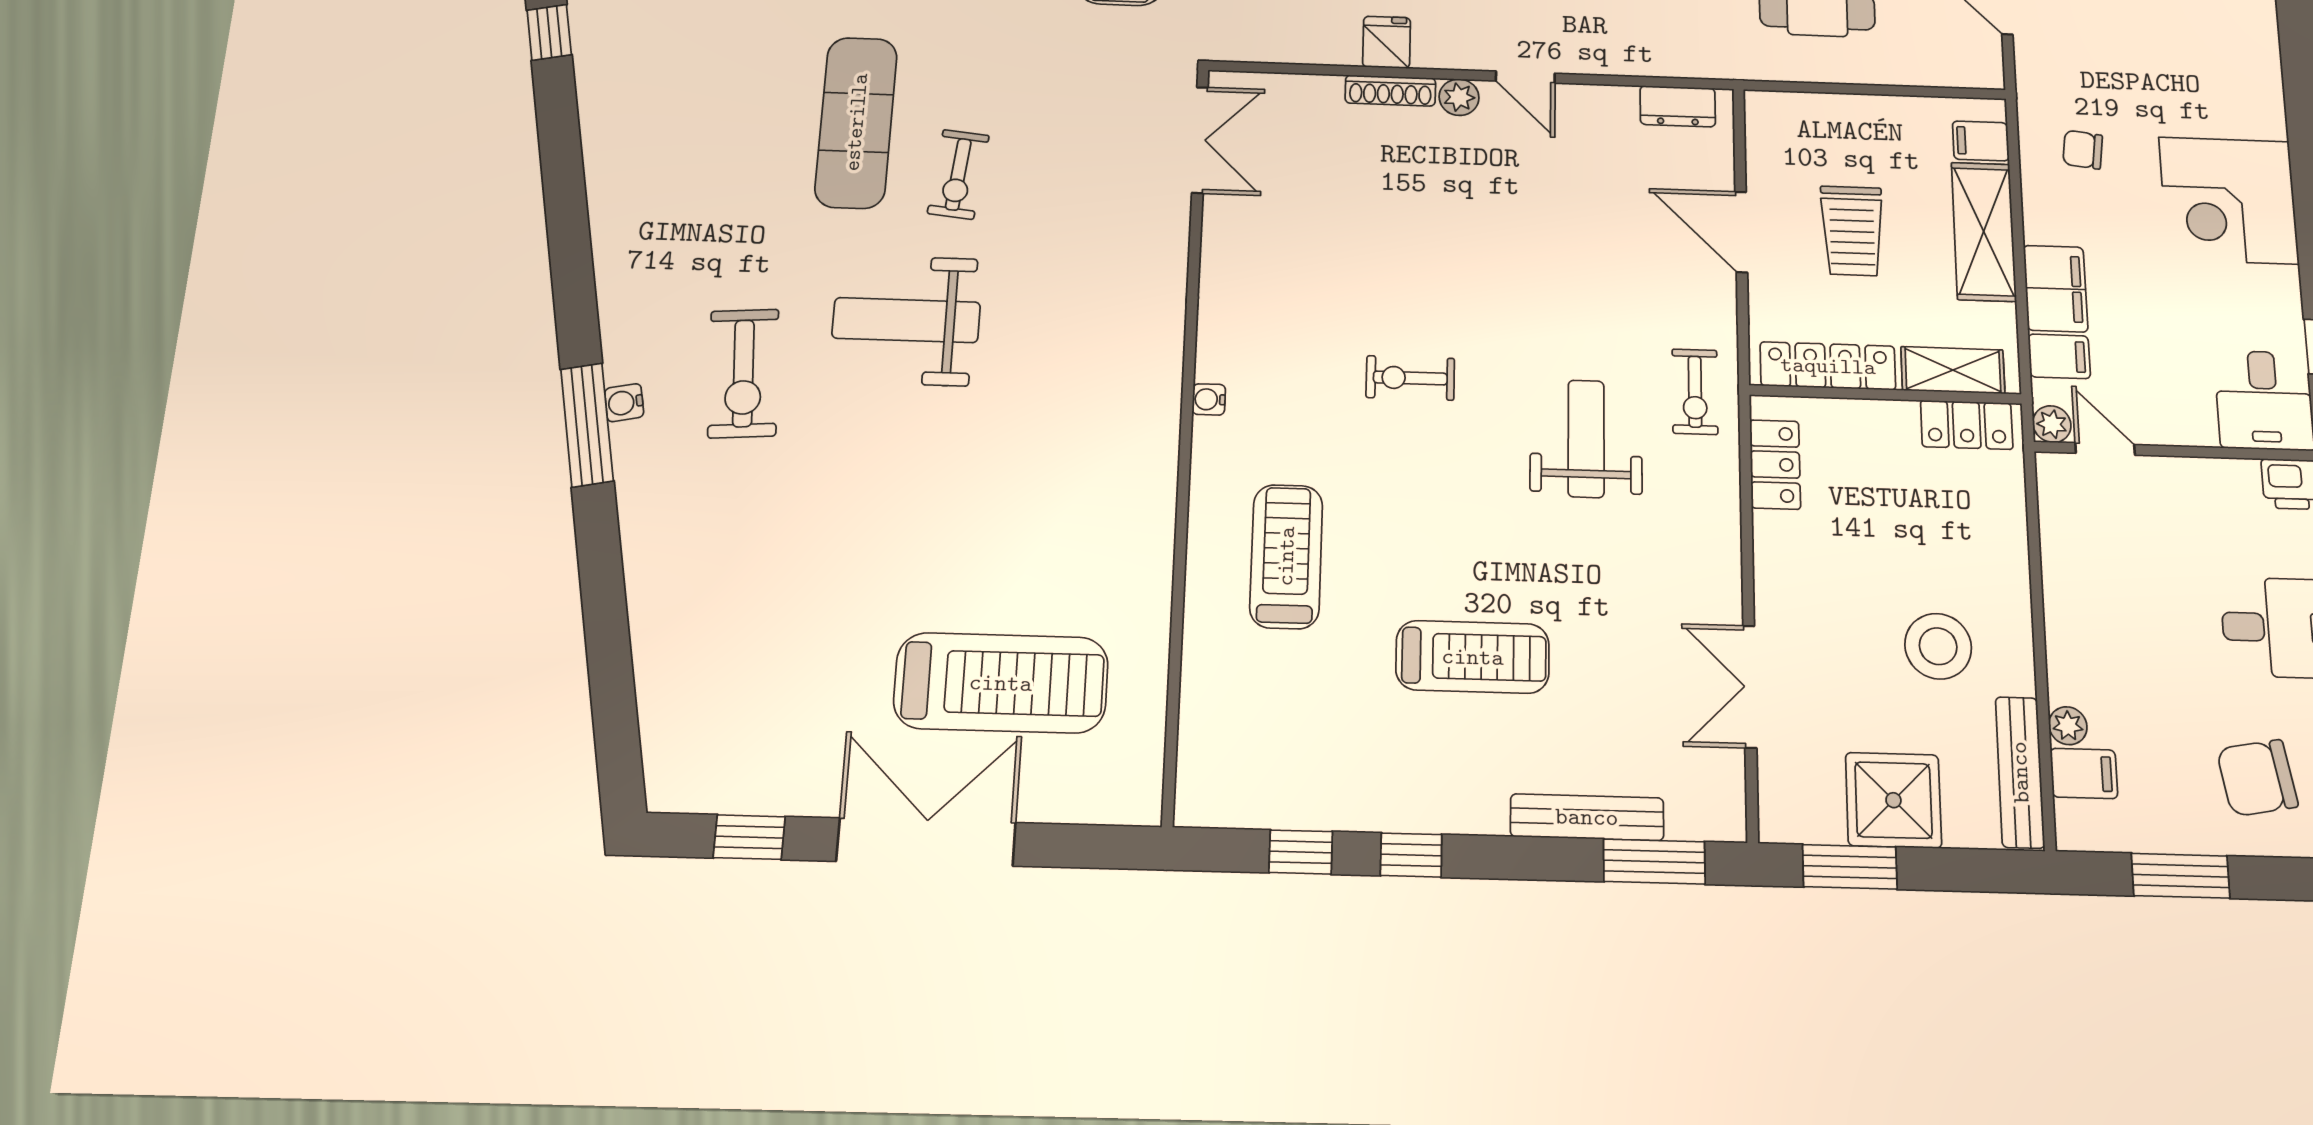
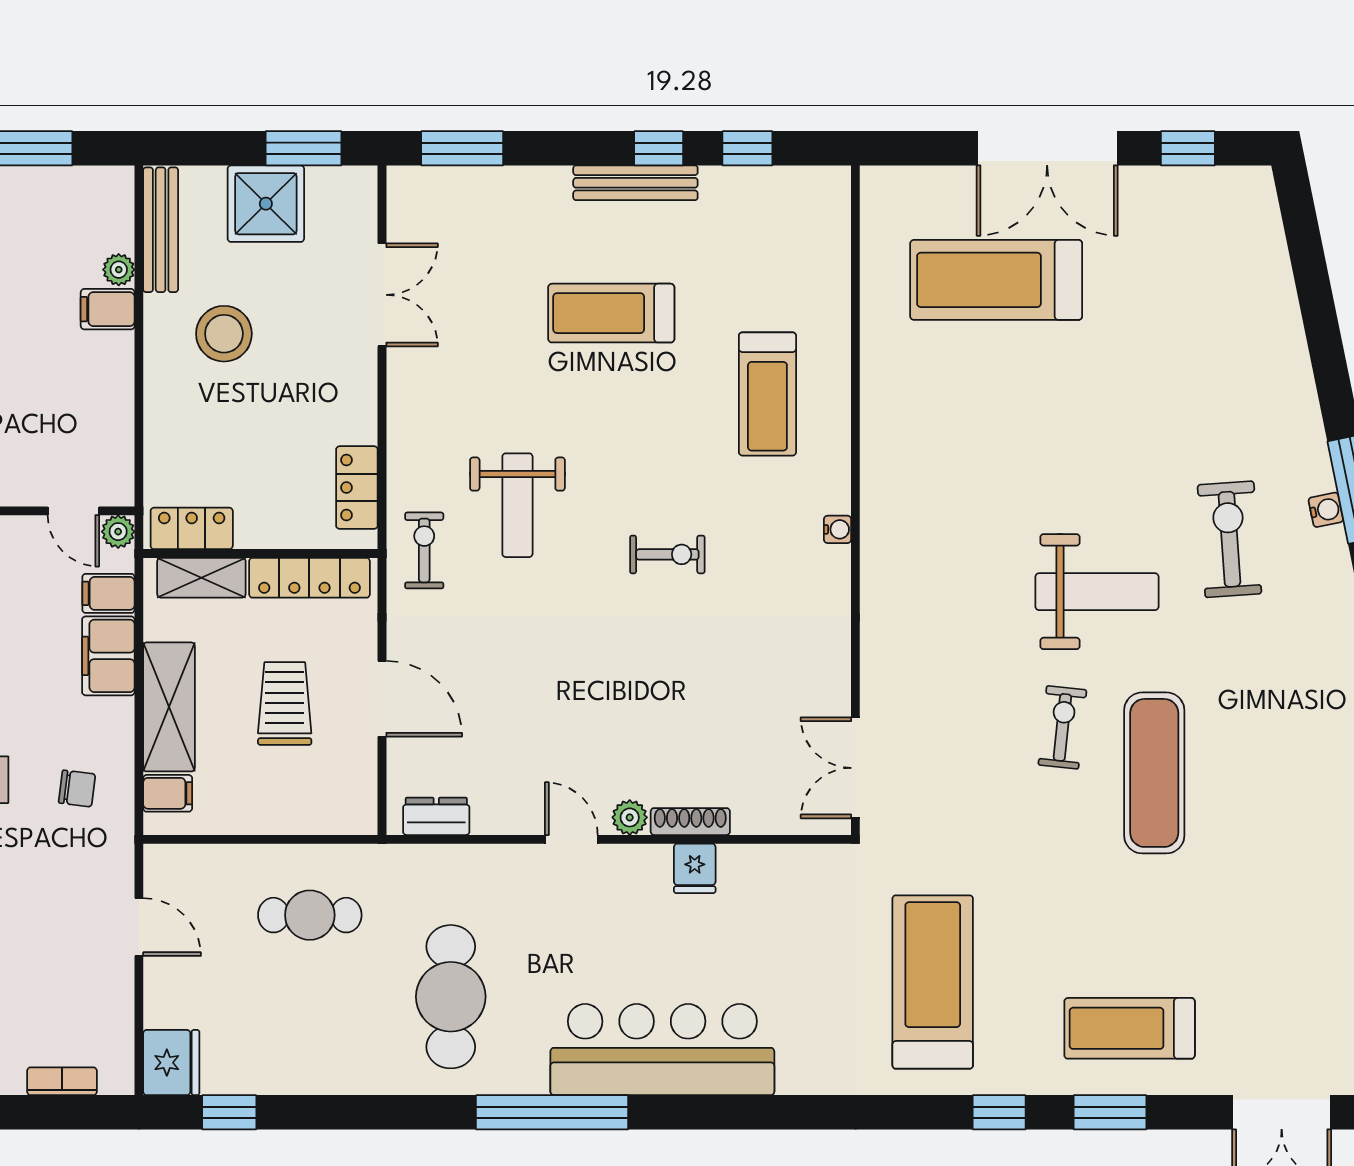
filing cabinet: (2084, 774) -> (108, 309), moved
bench: (1587, 817) -> (635, 183), moved

